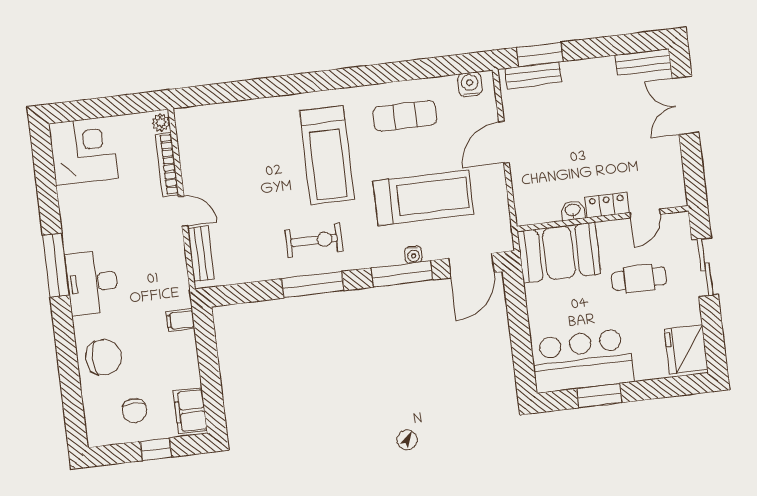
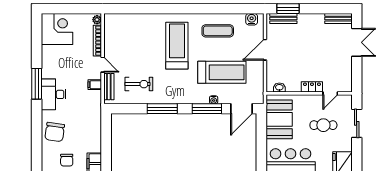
double door: (685, 105) -> (357, 42), swing flipped
treadmill: (327, 155) -> (177, 46), turned 180
washbasin: (573, 210) -> (279, 88), moved
exercise bike: (314, 240) -> (139, 84), moved
booth: (559, 253) -> (279, 119), moved, turned 90
filing cabinet: (180, 320) -> (95, 85), moved
chair: (104, 357) -> (55, 132), turned 98

